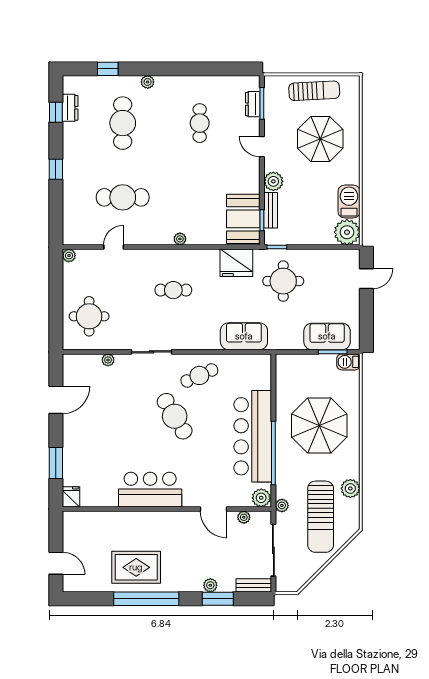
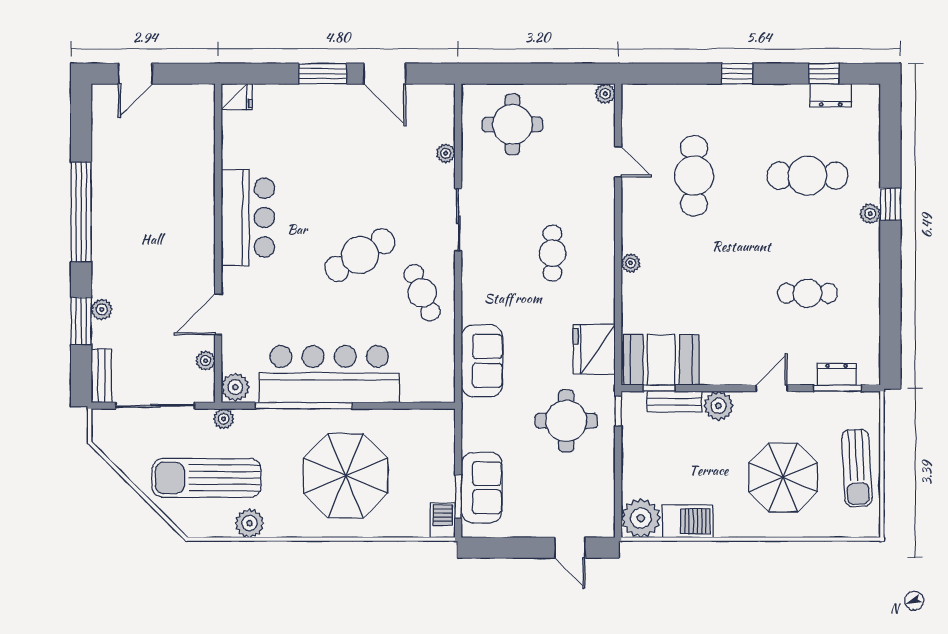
window: (108, 69) -> (890, 204), moved
window: (56, 463) -> (323, 74), moved
rug: (136, 567) -> (129, 196), removed

